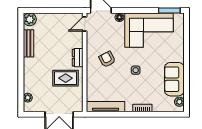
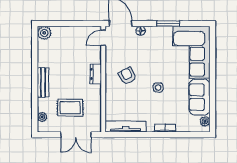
window: (169, 11) -> (168, 23), moved
corner sofa: (149, 30) -> (191, 52), moved, turned 90
bench: (28, 43) -> (43, 82), moved
rug: (66, 78) -> (70, 108), moved

